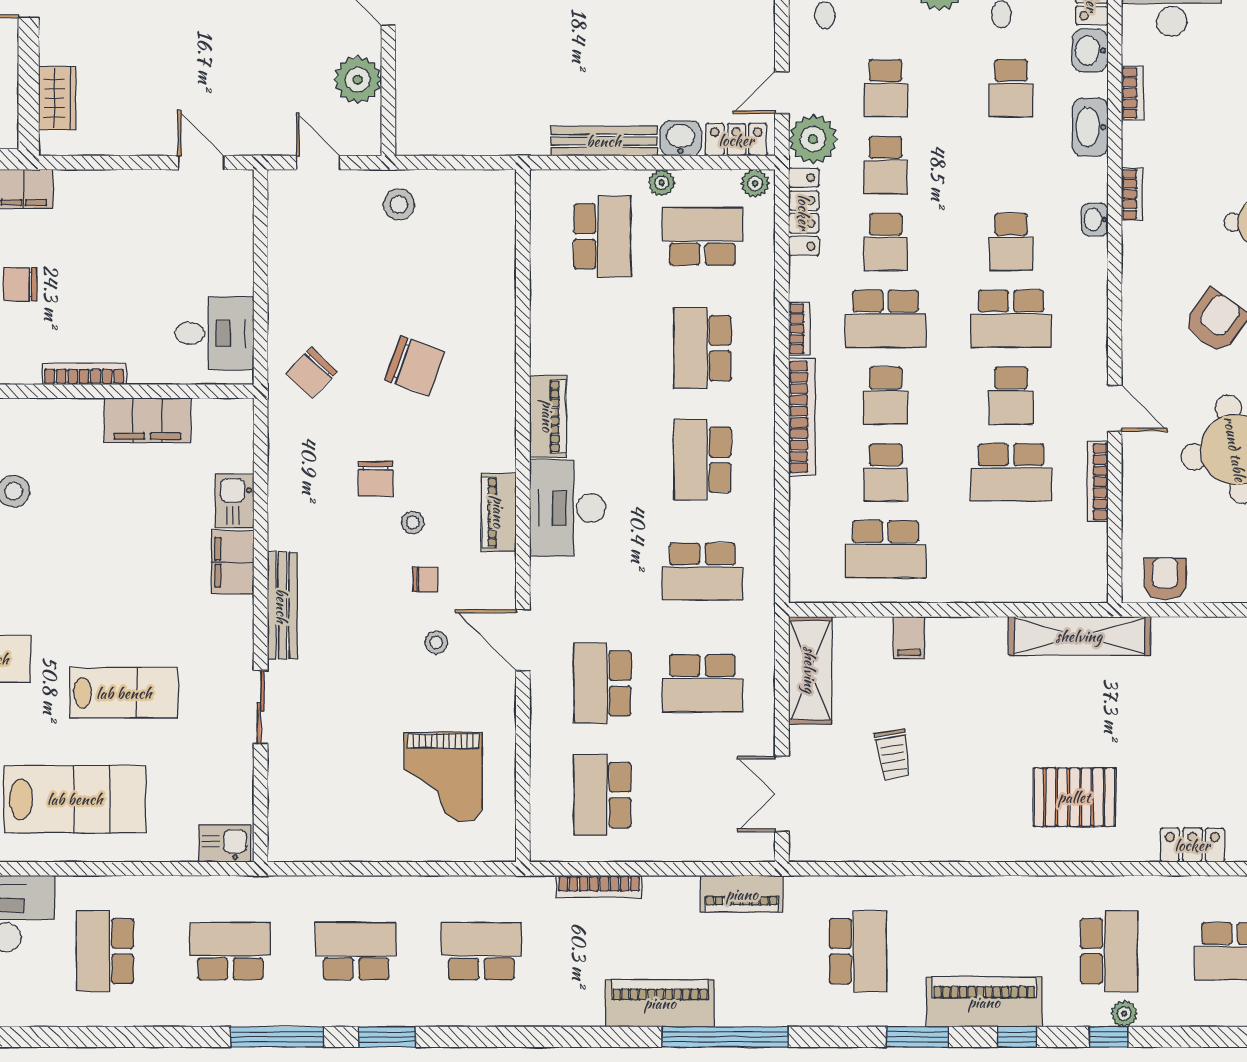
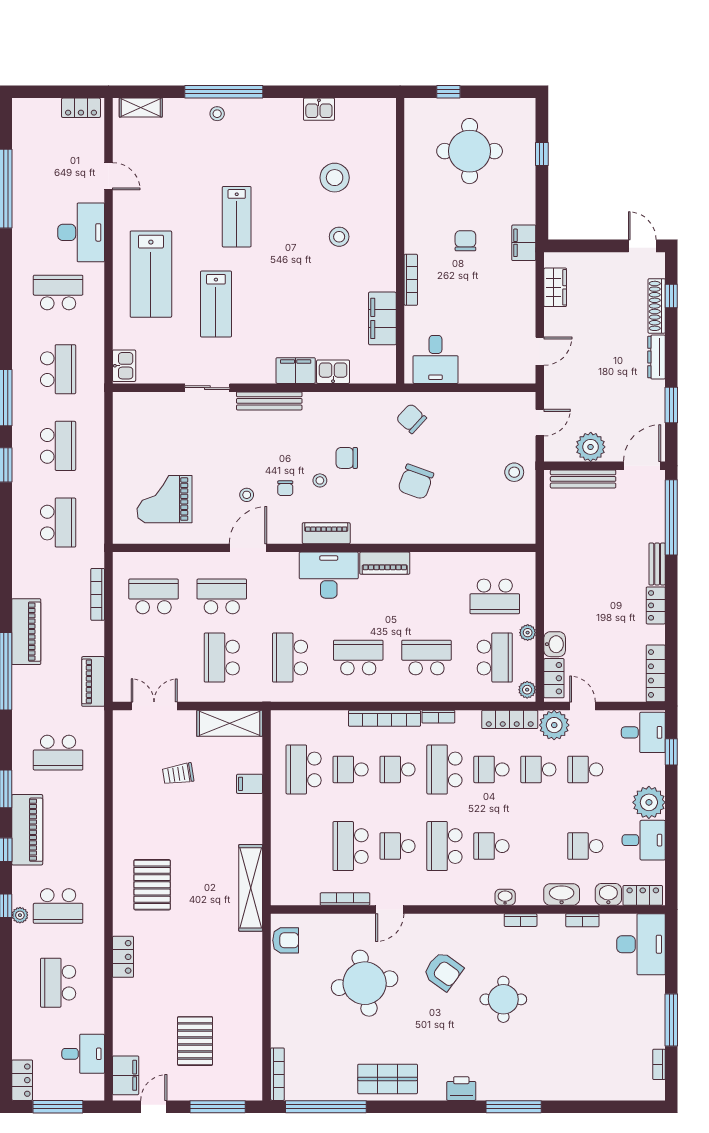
wardrobe: (57, 98) -> (555, 287), moved, turned -90
bench: (604, 141) -> (583, 479), moved, turned 90

